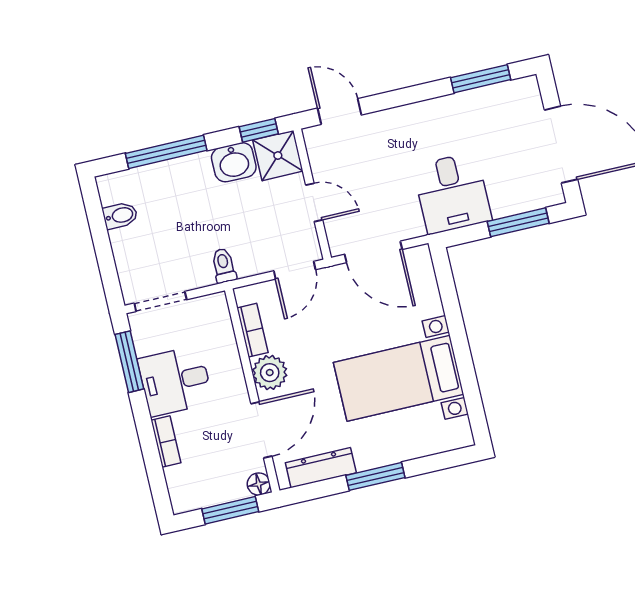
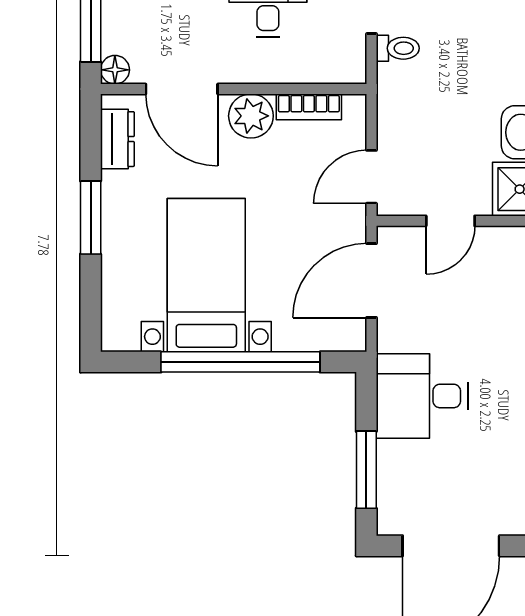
toilet: (224, 266) -> (398, 48), moved
door: (295, 270) -> (372, 177), hinge flipped
window: (458, 337) -> (240, 362), added
dresser: (321, 468) -> (117, 139), width x0.70

